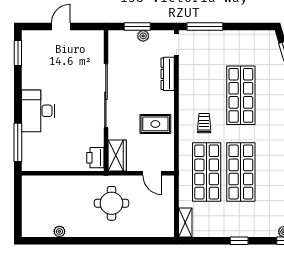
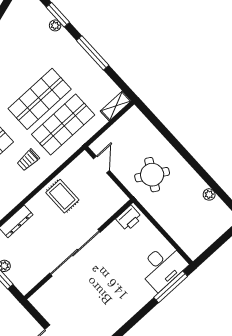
desk: (38, 111) -> (163, 266), moved
wardrobe: (117, 156) -> (112, 203), removed
round table: (111, 203) -> (152, 175), turned 30
window: (239, 241) -> (93, 53), width x2.17

